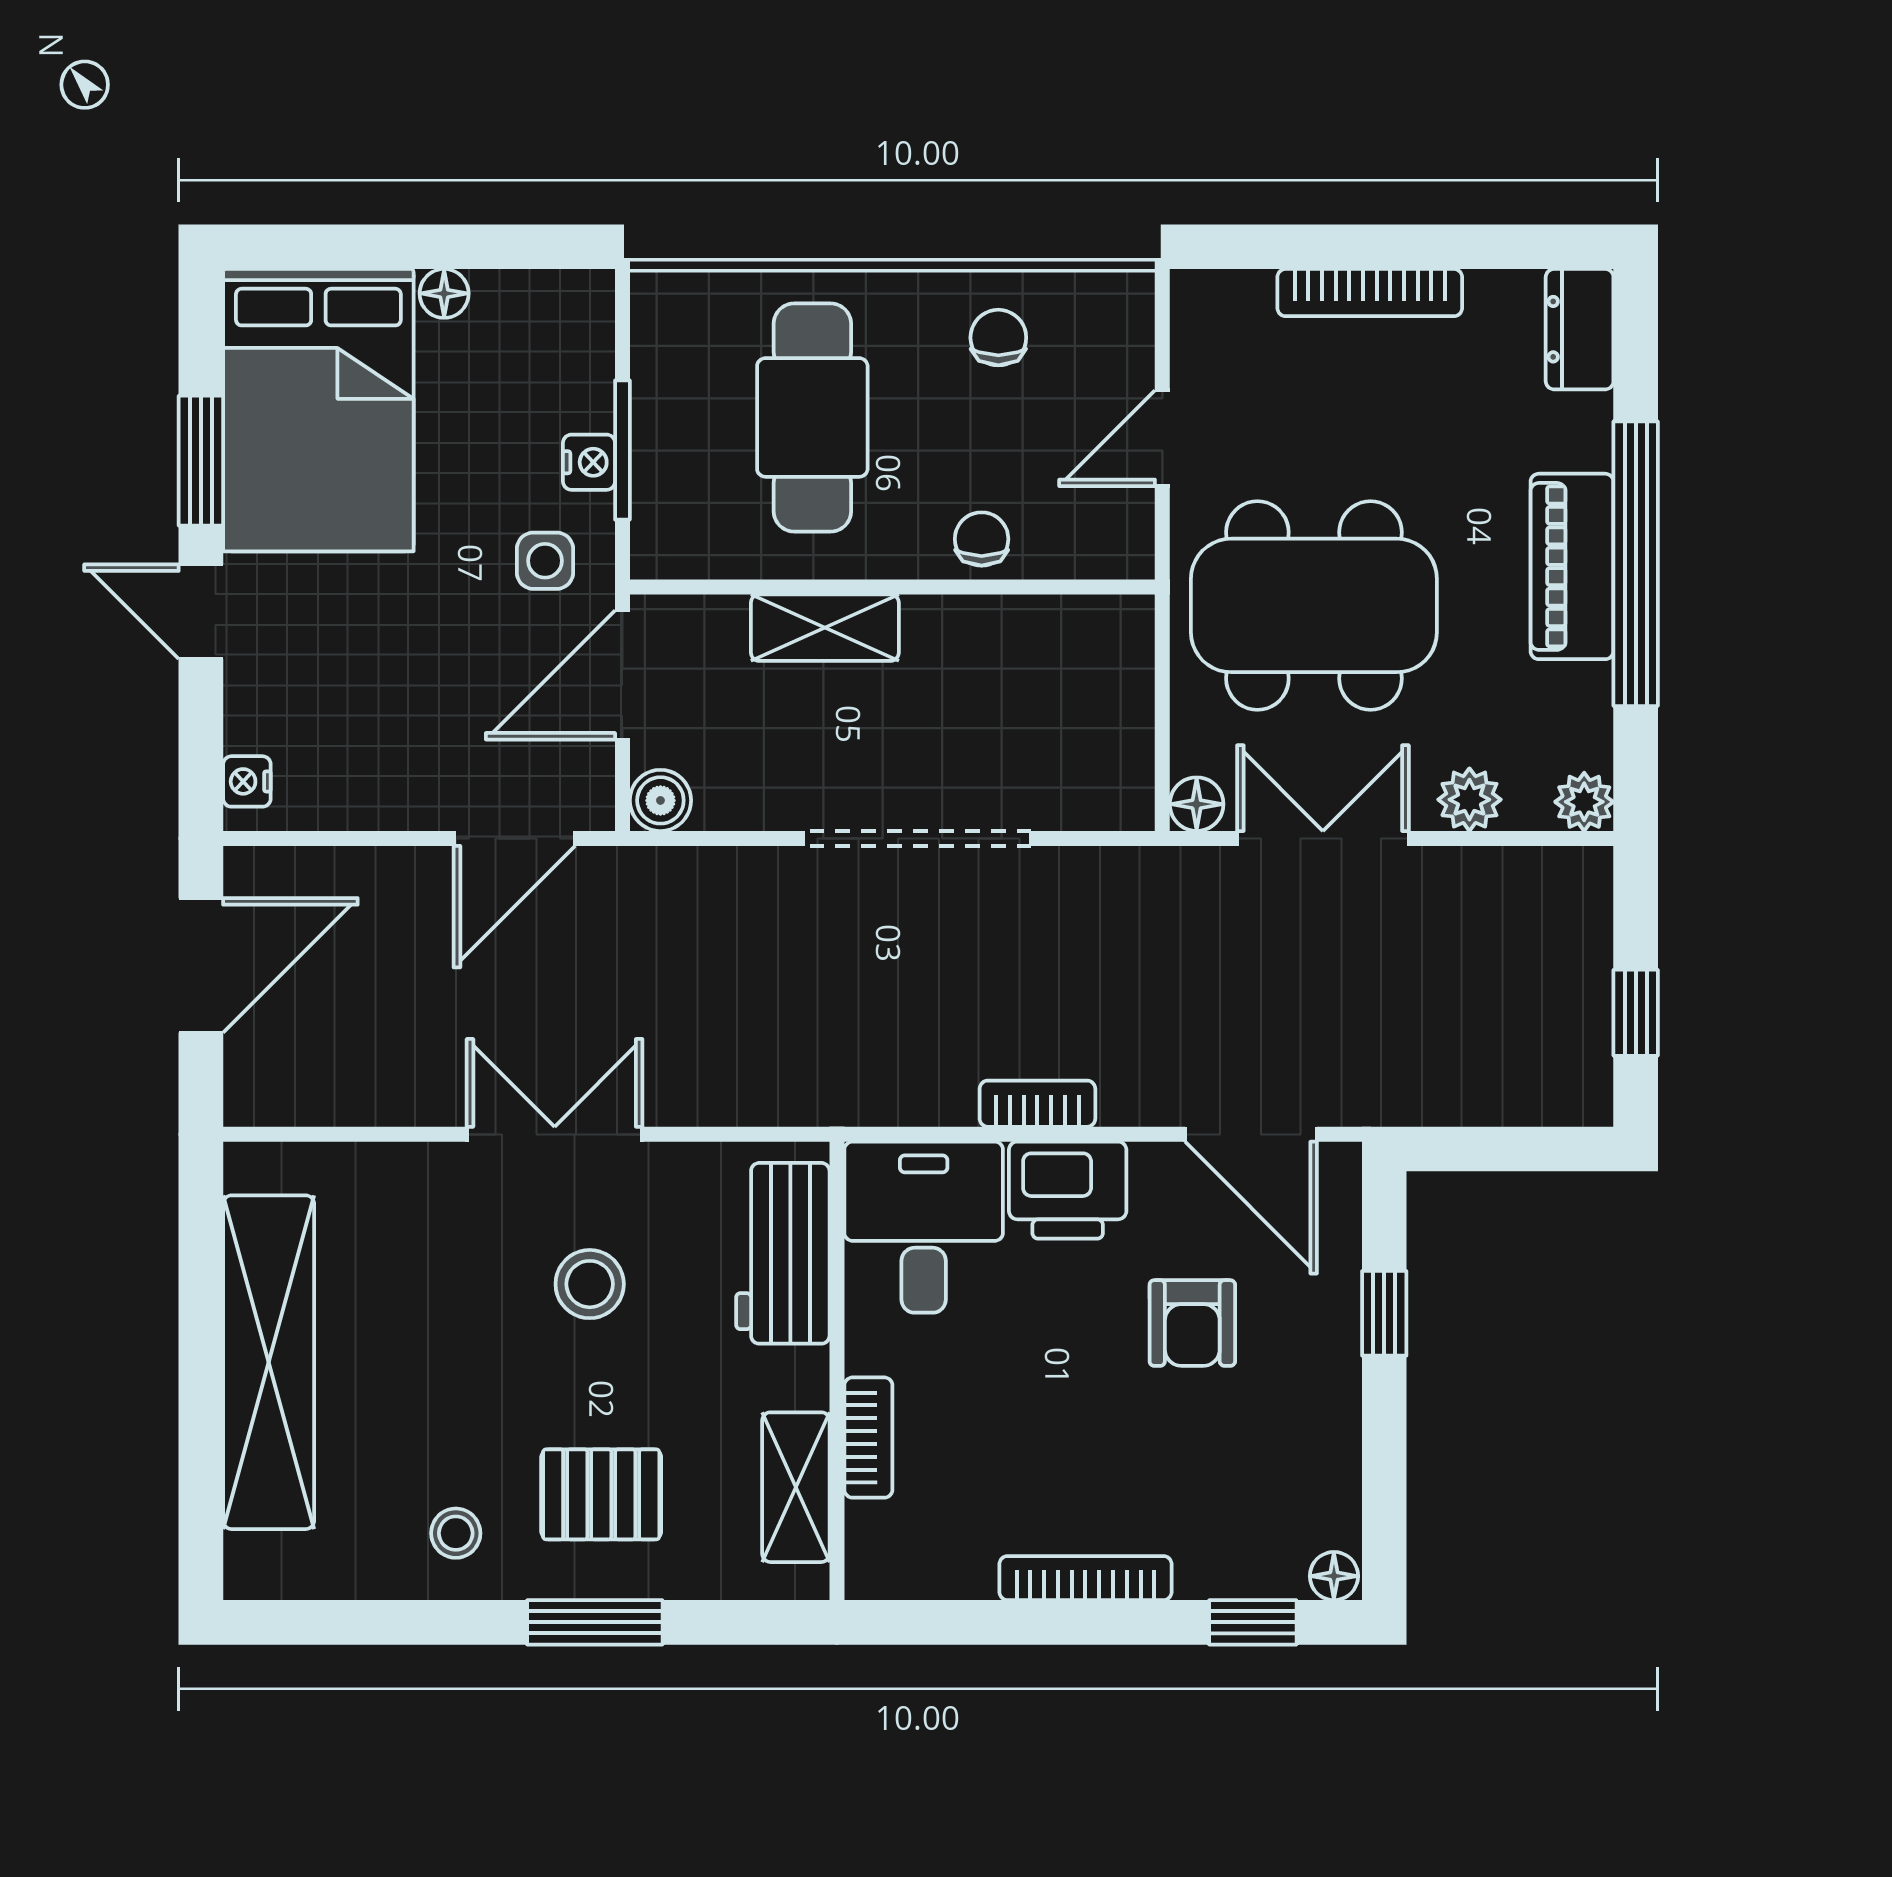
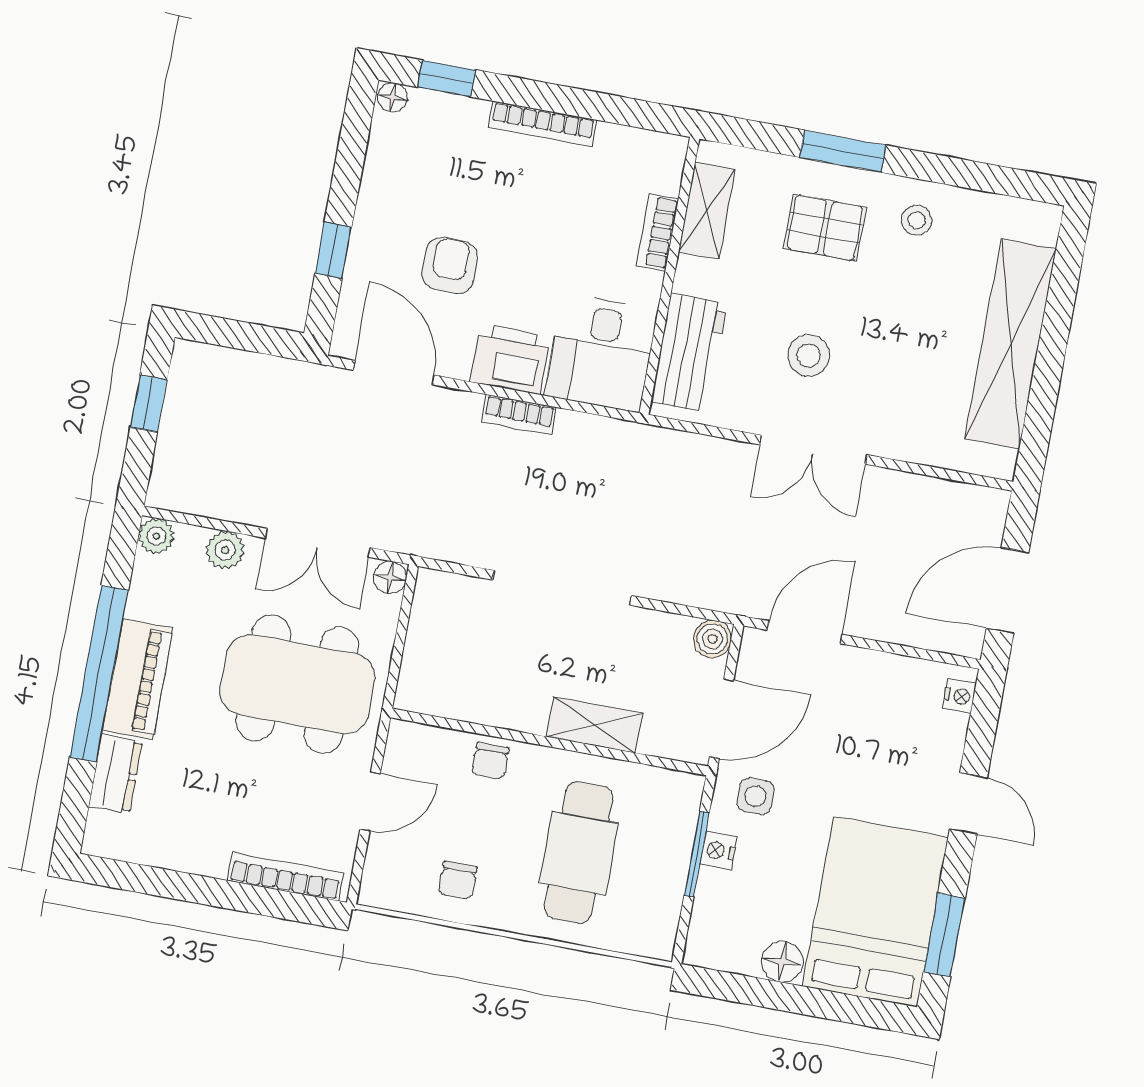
floor lamp: (444, 293) -> (782, 962), width x1.37, depth x1.37
bookcase: (1370, 293) -> (285, 877), moved
dresser: (1580, 329) -> (116, 774), moved
window: (201, 461) -> (944, 935), moved

